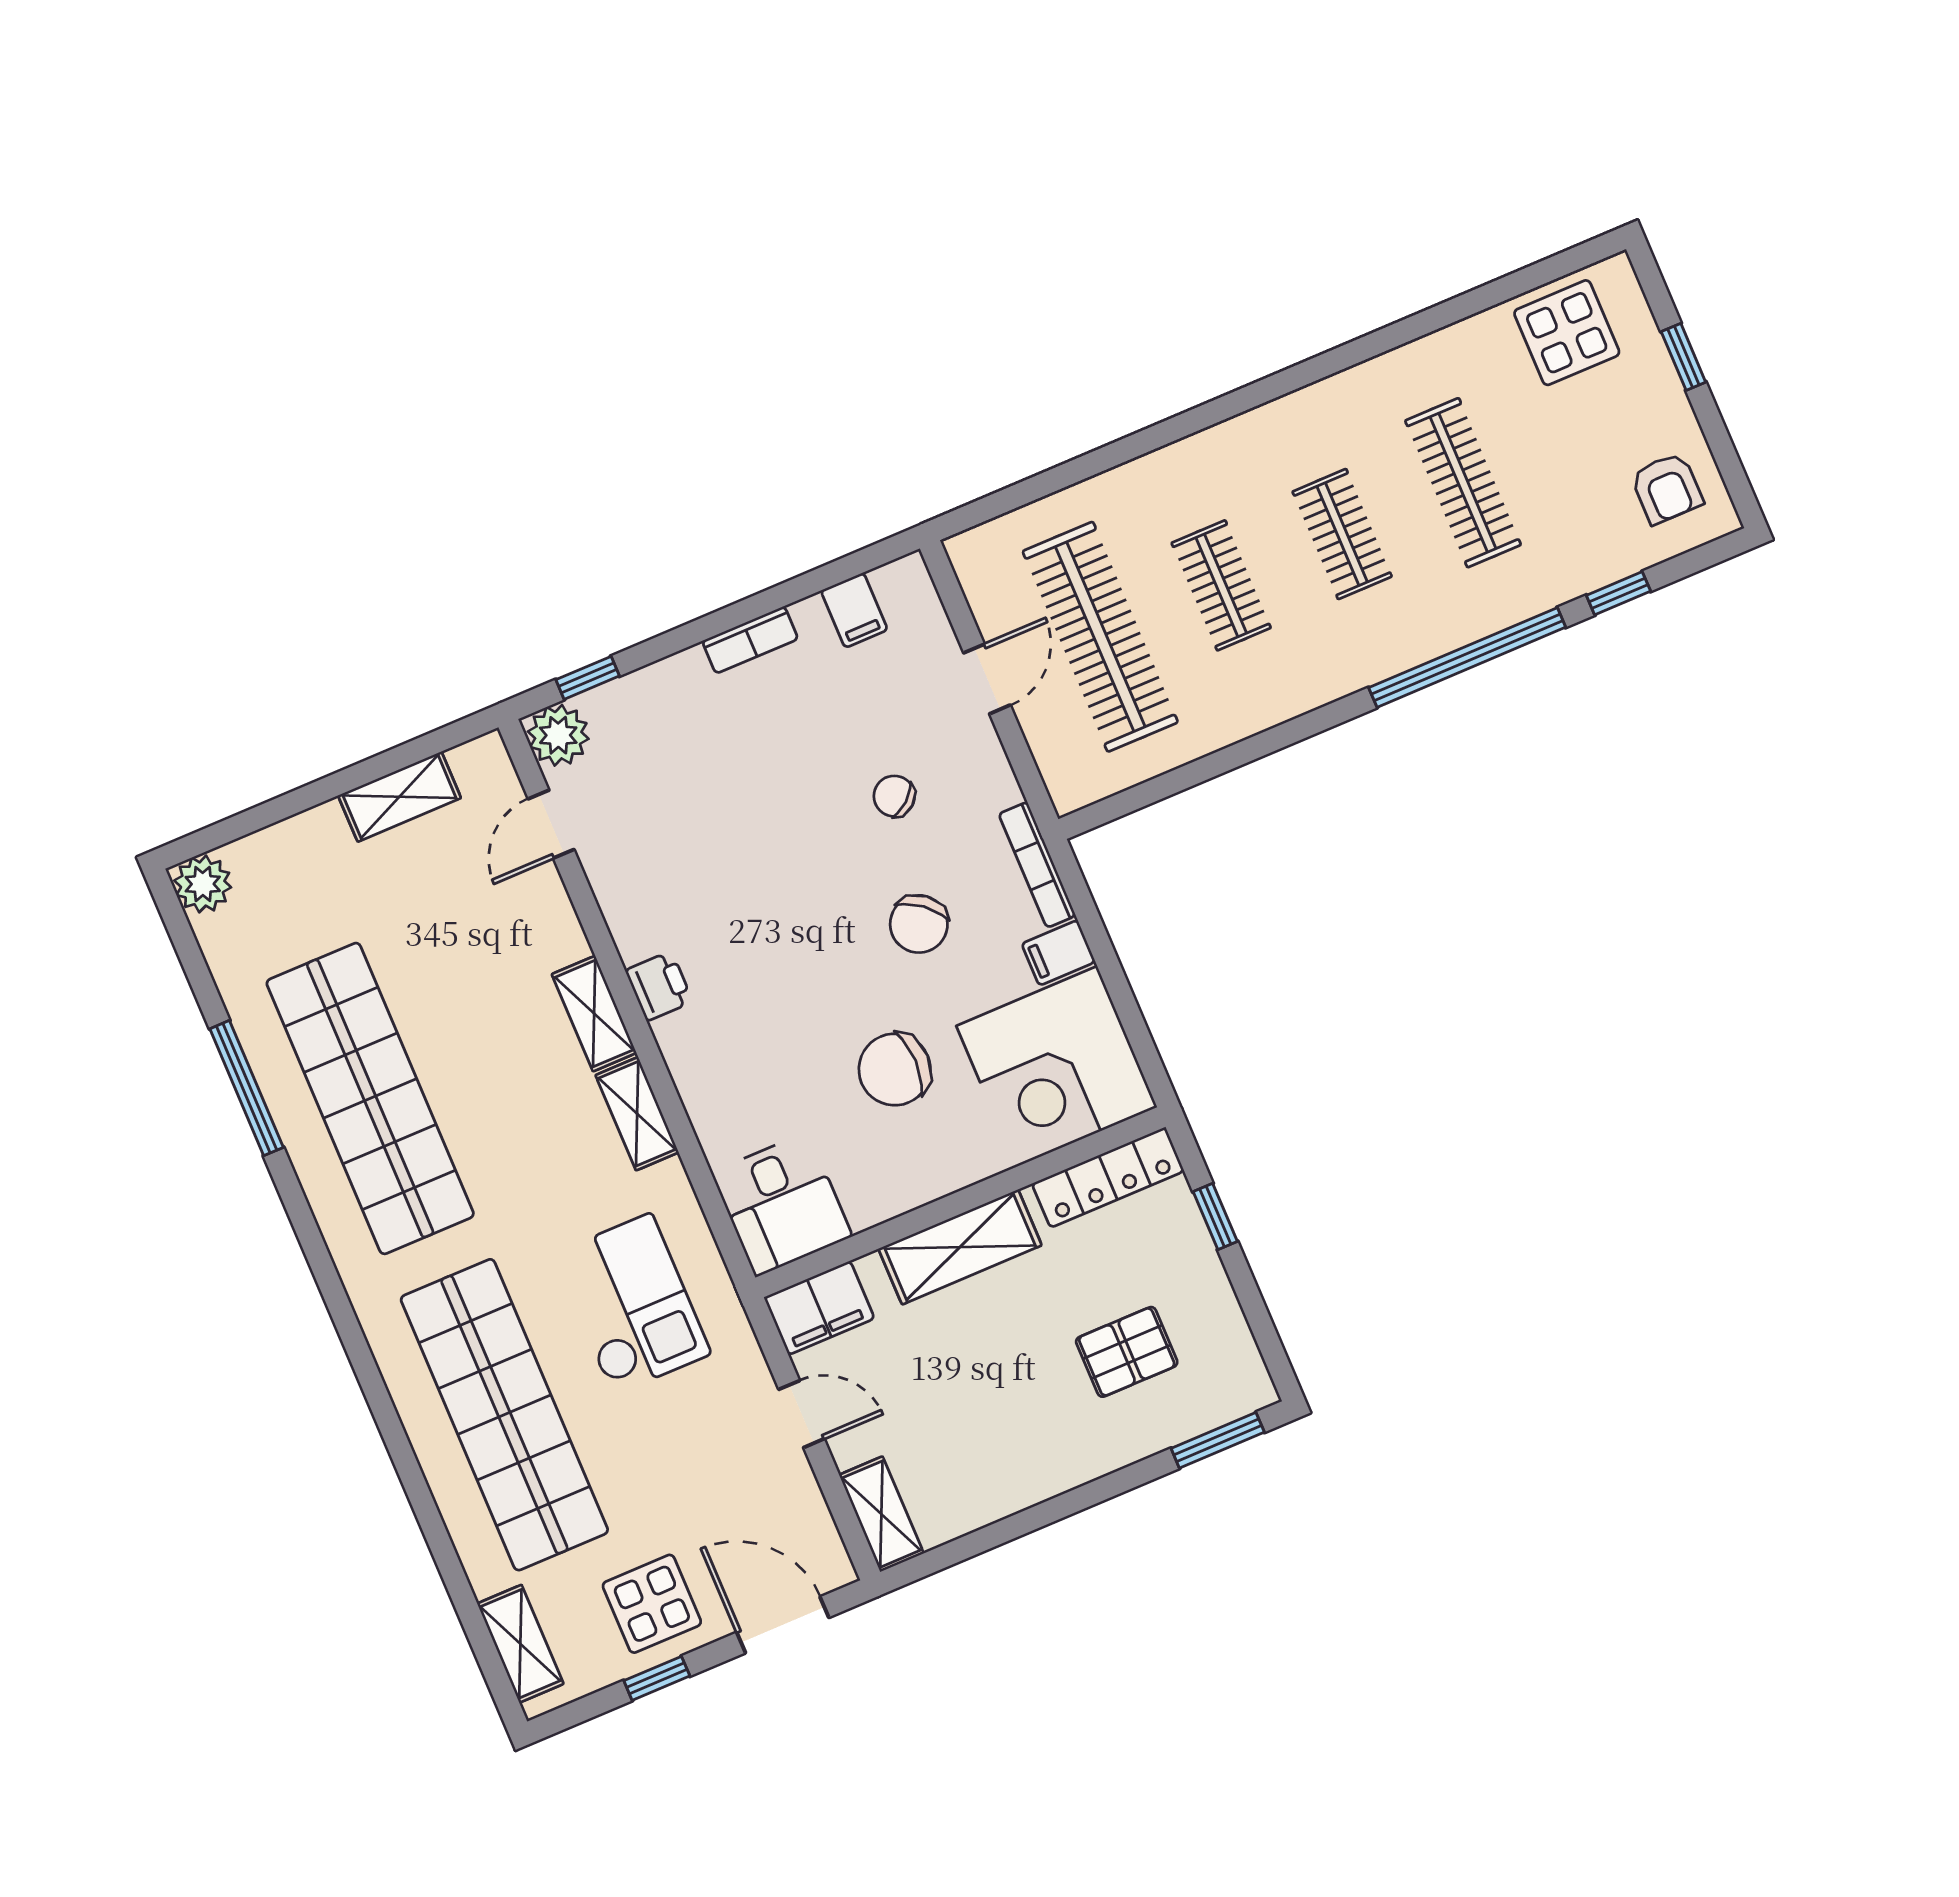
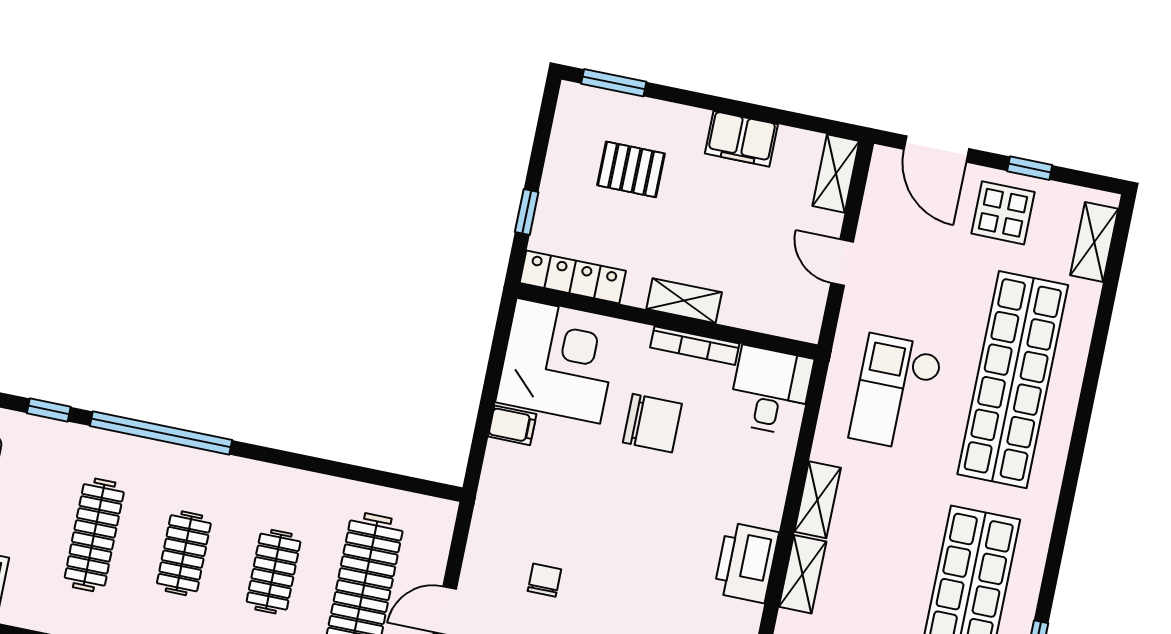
chair: (894, 796) -> (544, 580), turned -140
bookcase: (1037, 865) -> (695, 346), moved, turned 90
chair: (919, 924) -> (581, 497), removed
printer: (659, 986) -> (746, 563), width x1.87, depth x1.48
shelving: (960, 1247) -> (684, 301), width x0.67, depth x0.75
filing cabinet: (819, 1308) -> (741, 139), moved, turned 180

